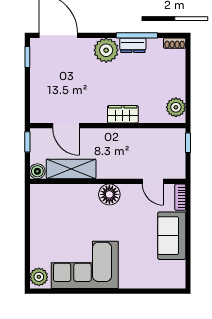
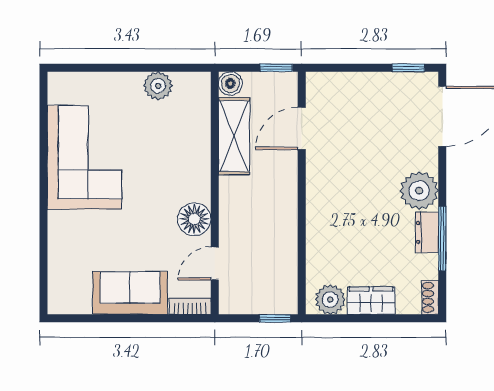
wardrobe: (123, 114) -> (371, 301), moved, turned -90
floor lamp: (109, 194) -> (194, 219), moved
plant: (39, 277) -> (158, 86), moved

